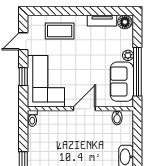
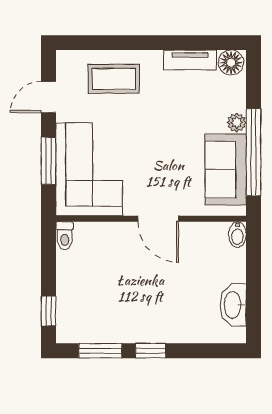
window: (23, 77) -> (49, 161), width x1.50
door: (84, 109) -> (158, 219), swing flipped
bidet: (117, 118) -> (237, 235), moved

